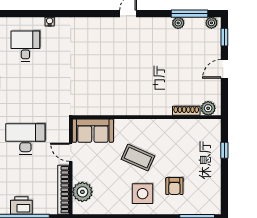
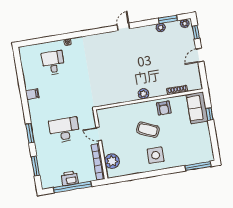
window: (190, 14) -> (168, 19), width x0.69
plant: (208, 108) -> (144, 94), moved
sofa: (93, 131) -> (197, 108), moved, turned 90
armchair: (174, 186) -> (164, 108), moved

